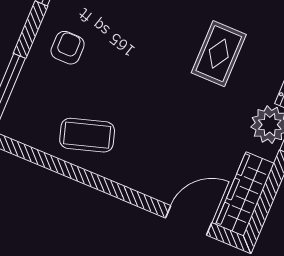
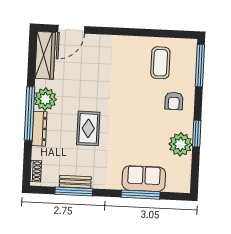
coffee table: (87, 135) -> (160, 63), moved, turned -73

